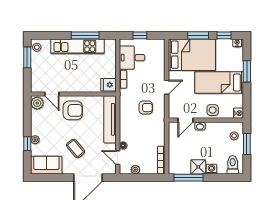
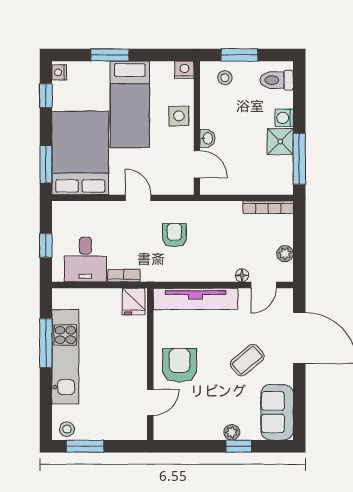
window: (198, 35) -> (46, 164), moved
plant: (37, 103) -> (166, 429), removed

